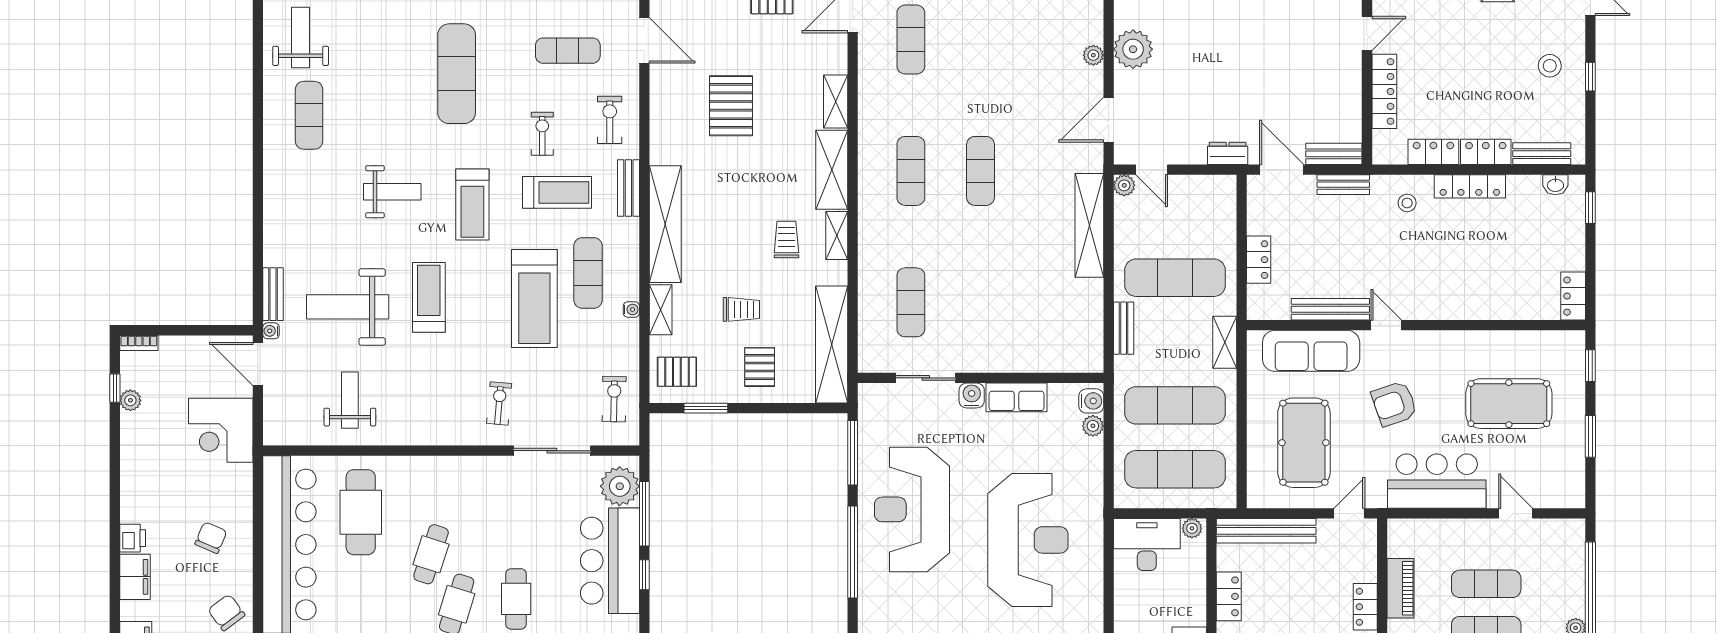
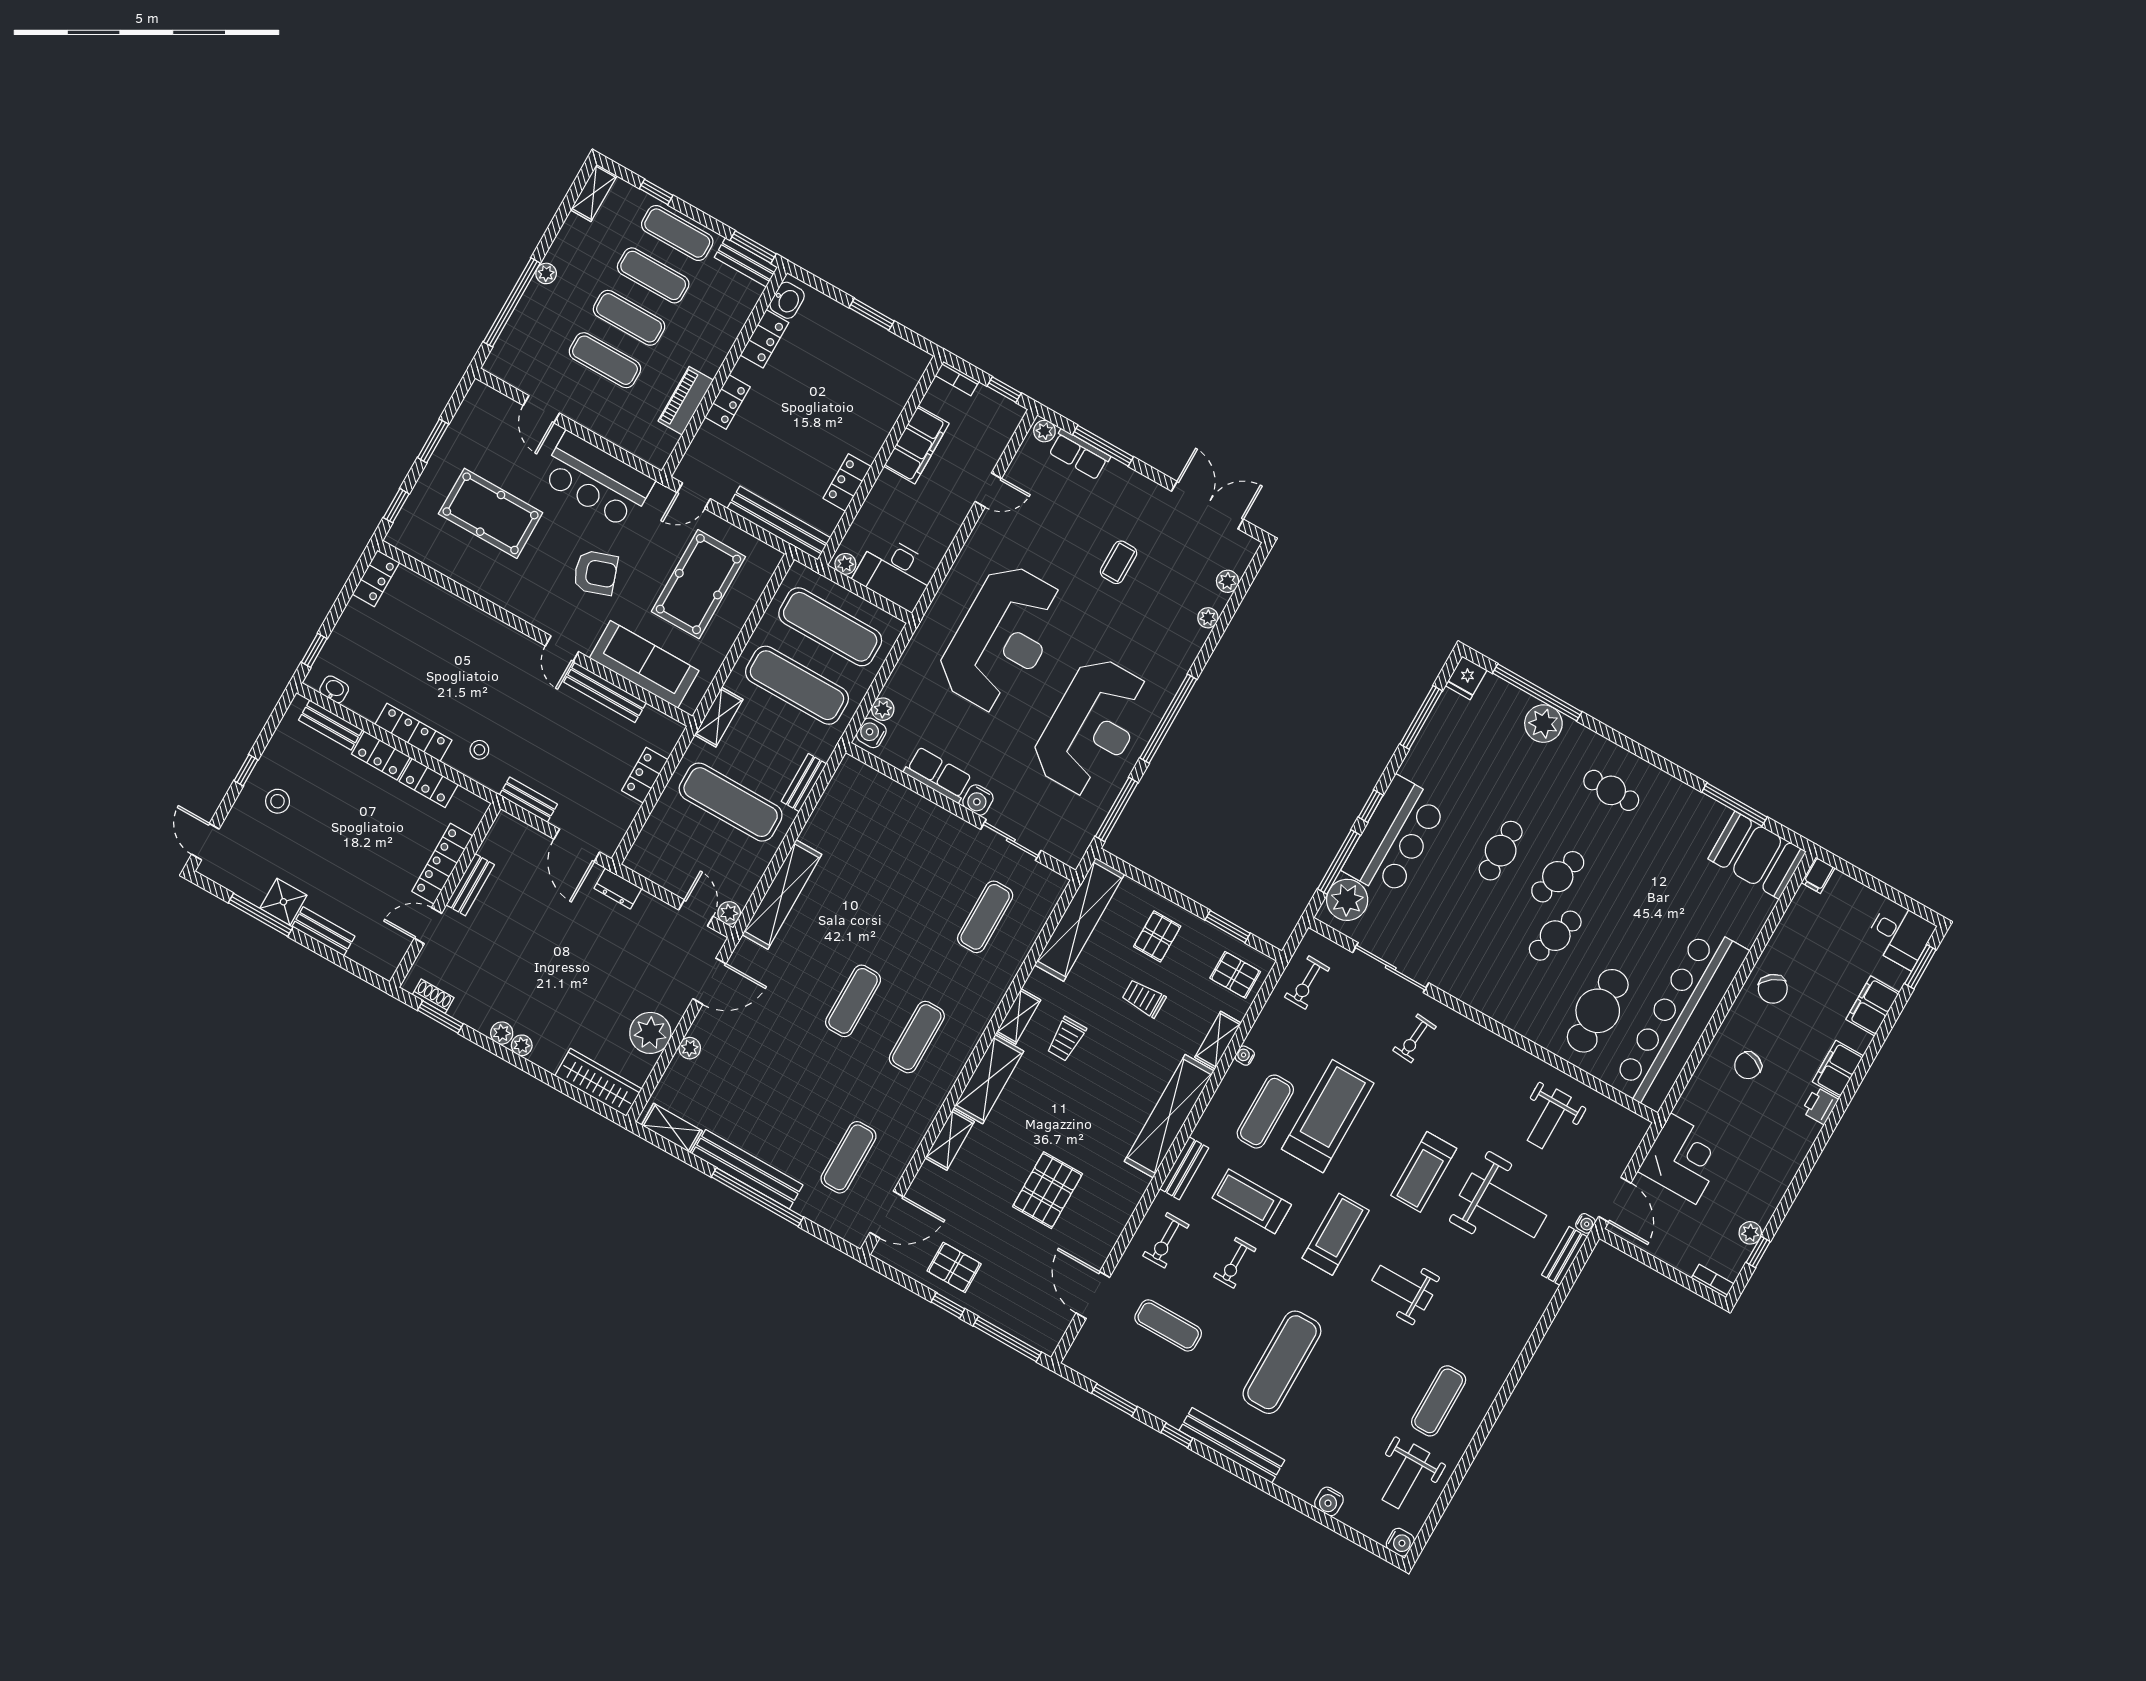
bench: (1334, 154) -> (470, 885), moved, turned 90
reception desk: (1028, 540) -> (1002, 639), turned 180

